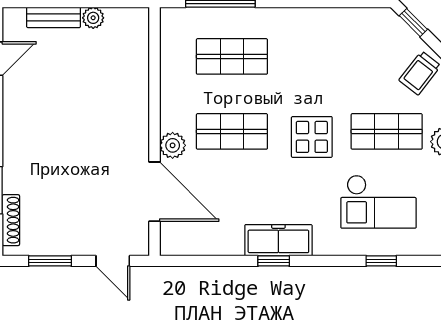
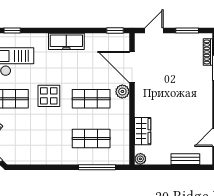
plant: (93, 18) -> (140, 159), moved
wardrobe: (134, 70) -> (143, 131), added
door: (113, 261) -> (154, 30), hinge flipped
window: (274, 261) -> (115, 30), moved

